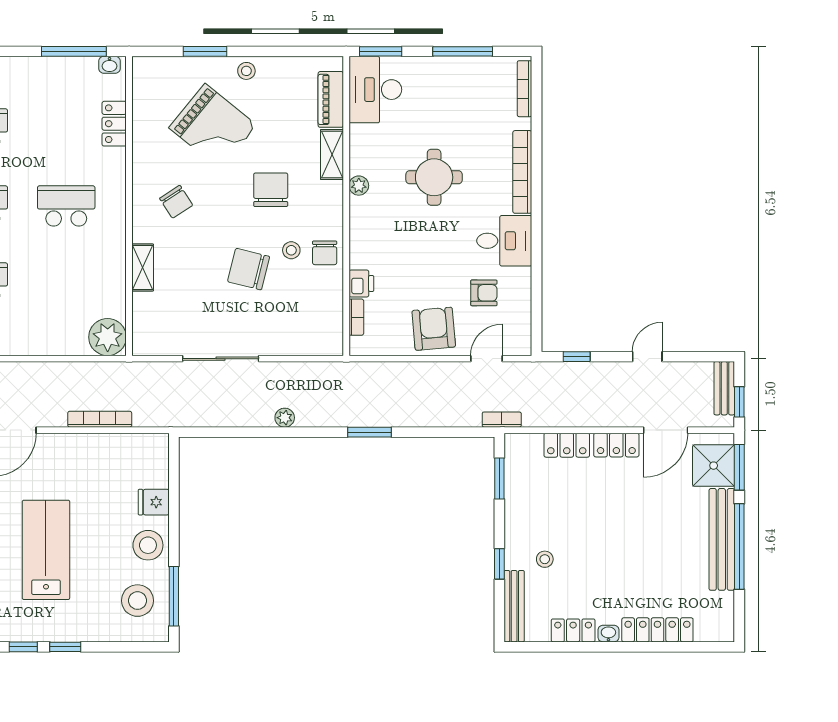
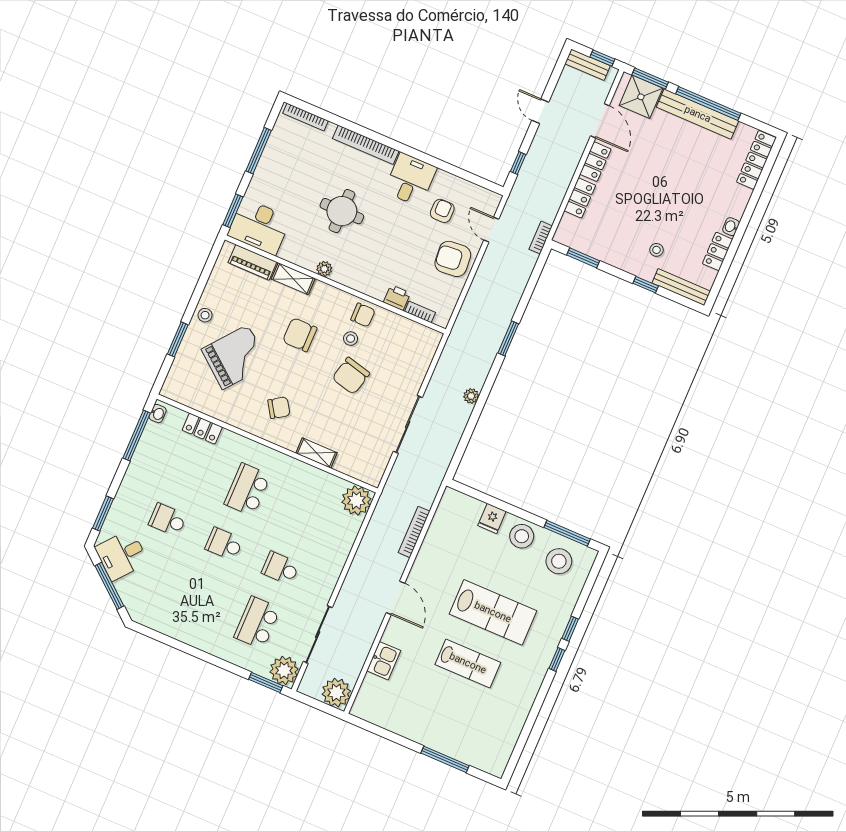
lab bench: (46, 550) -> (493, 612), turned 180
locker: (657, 630) -> (756, 160), moved

